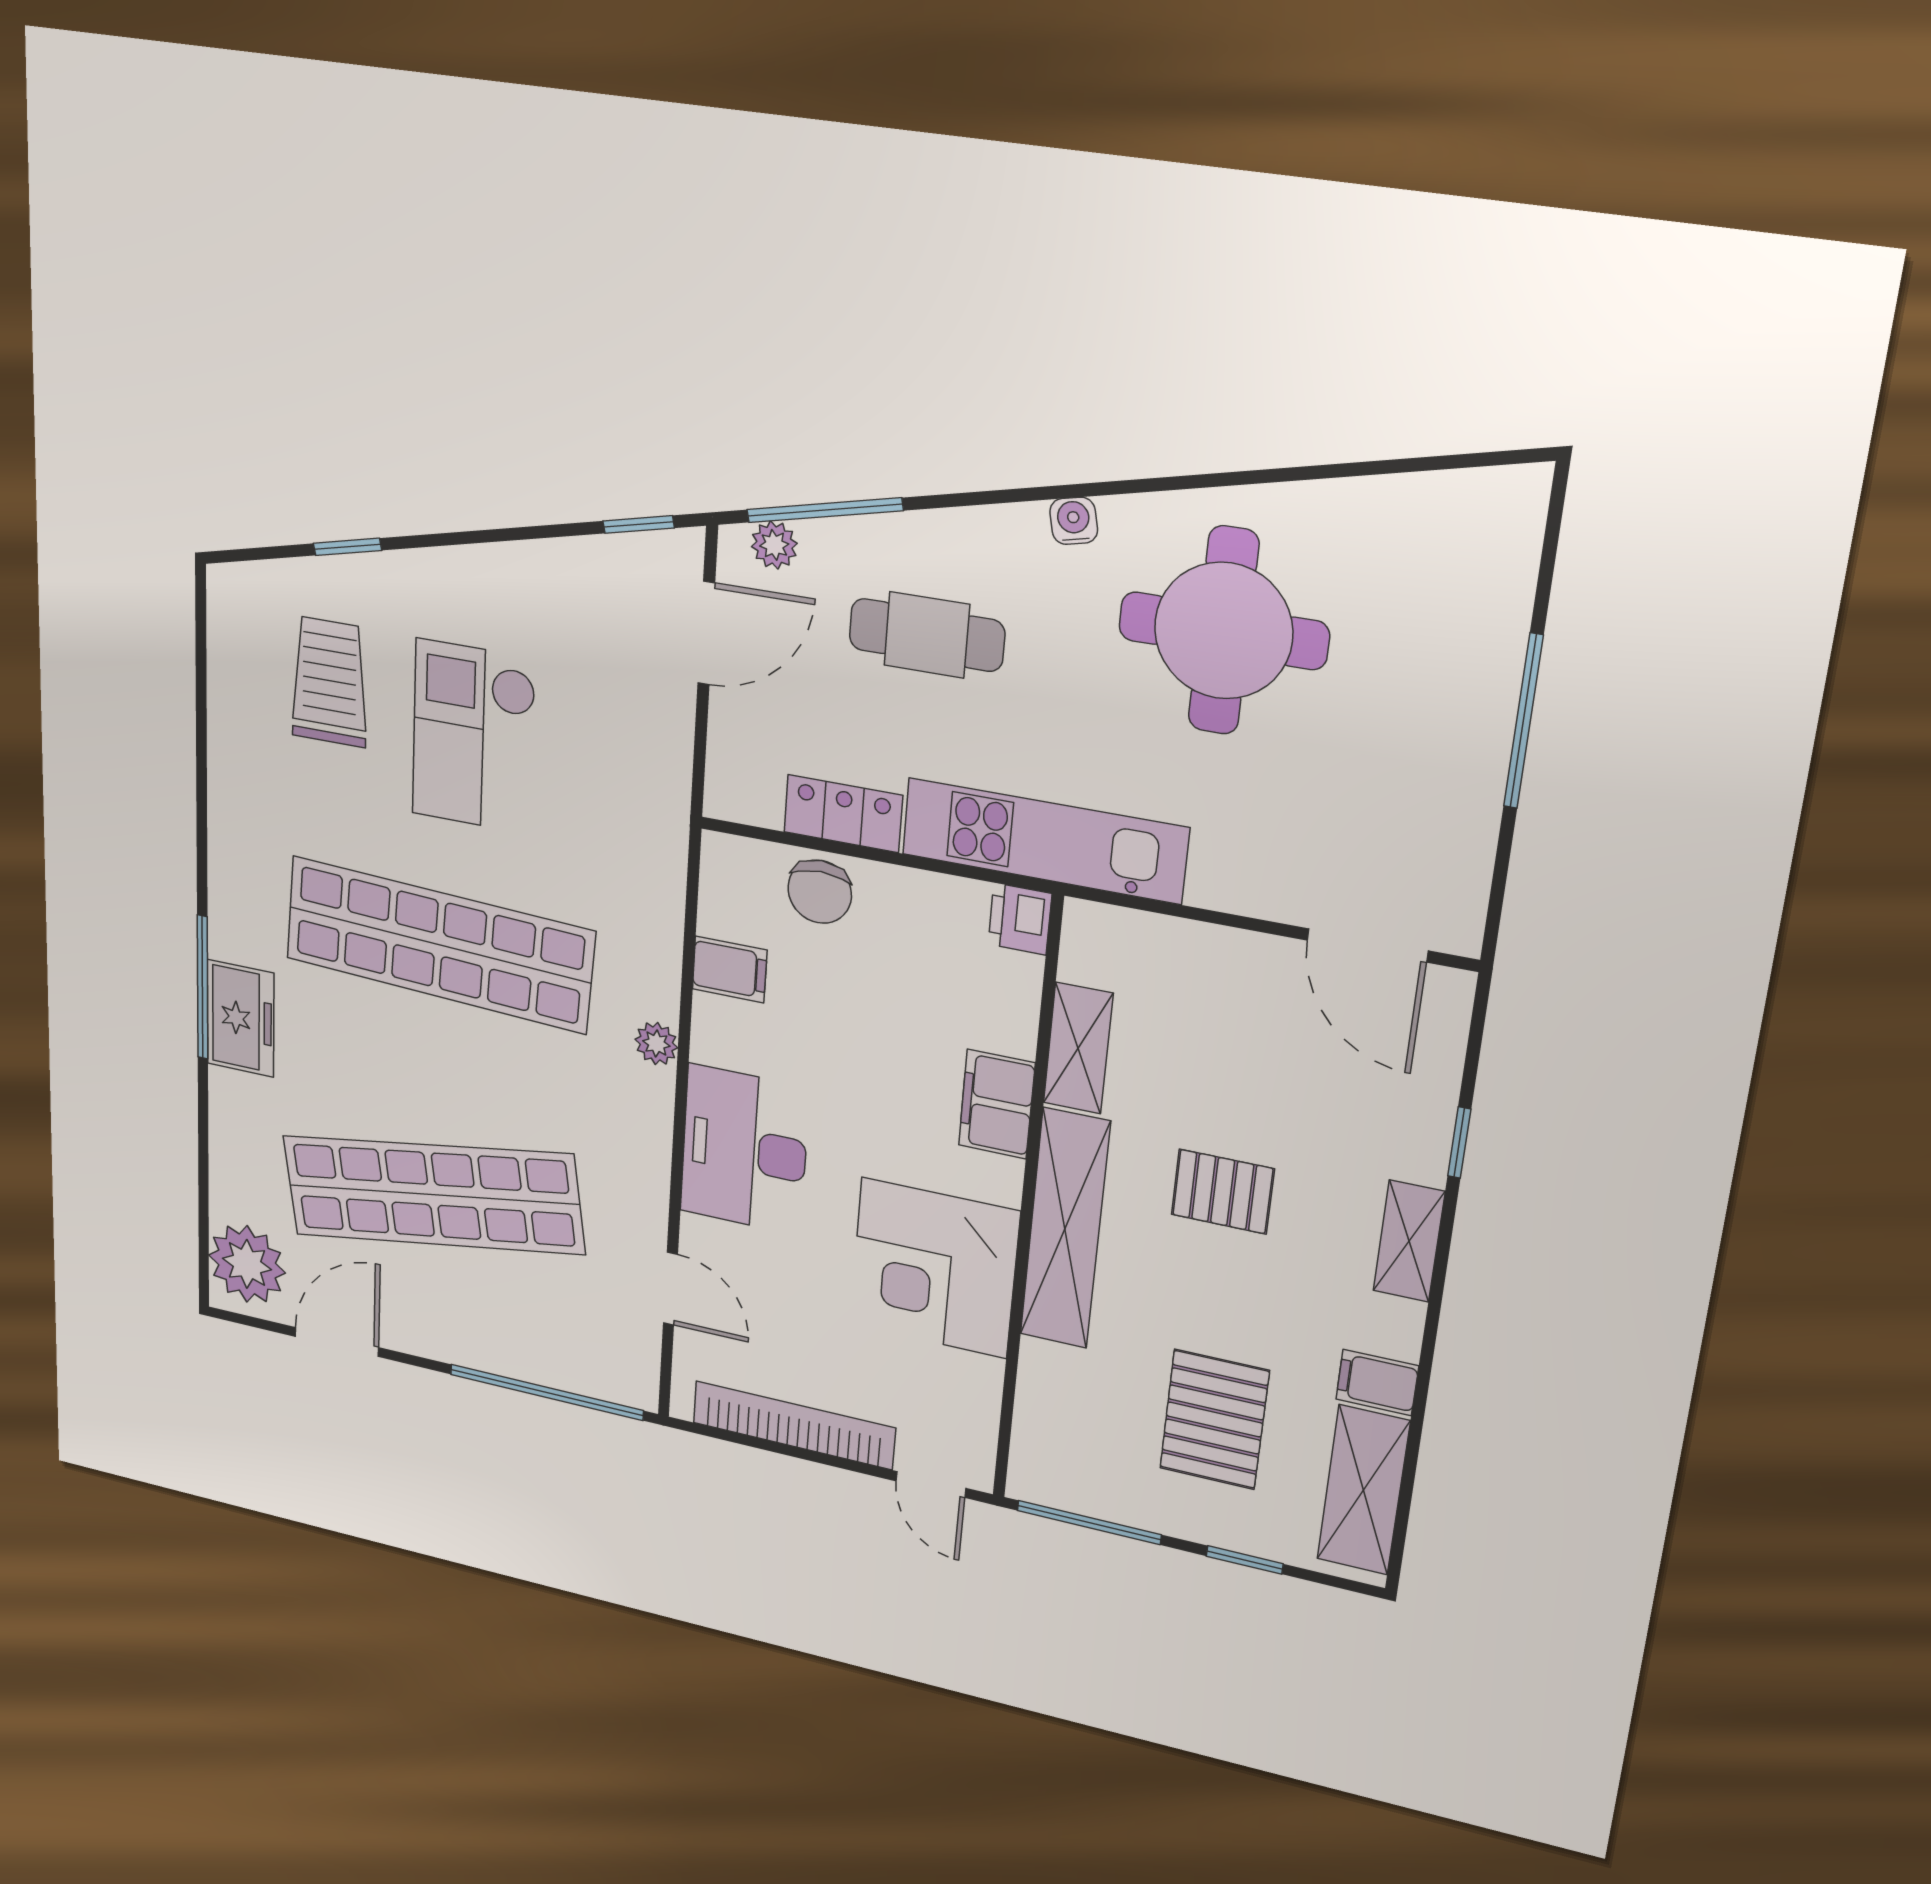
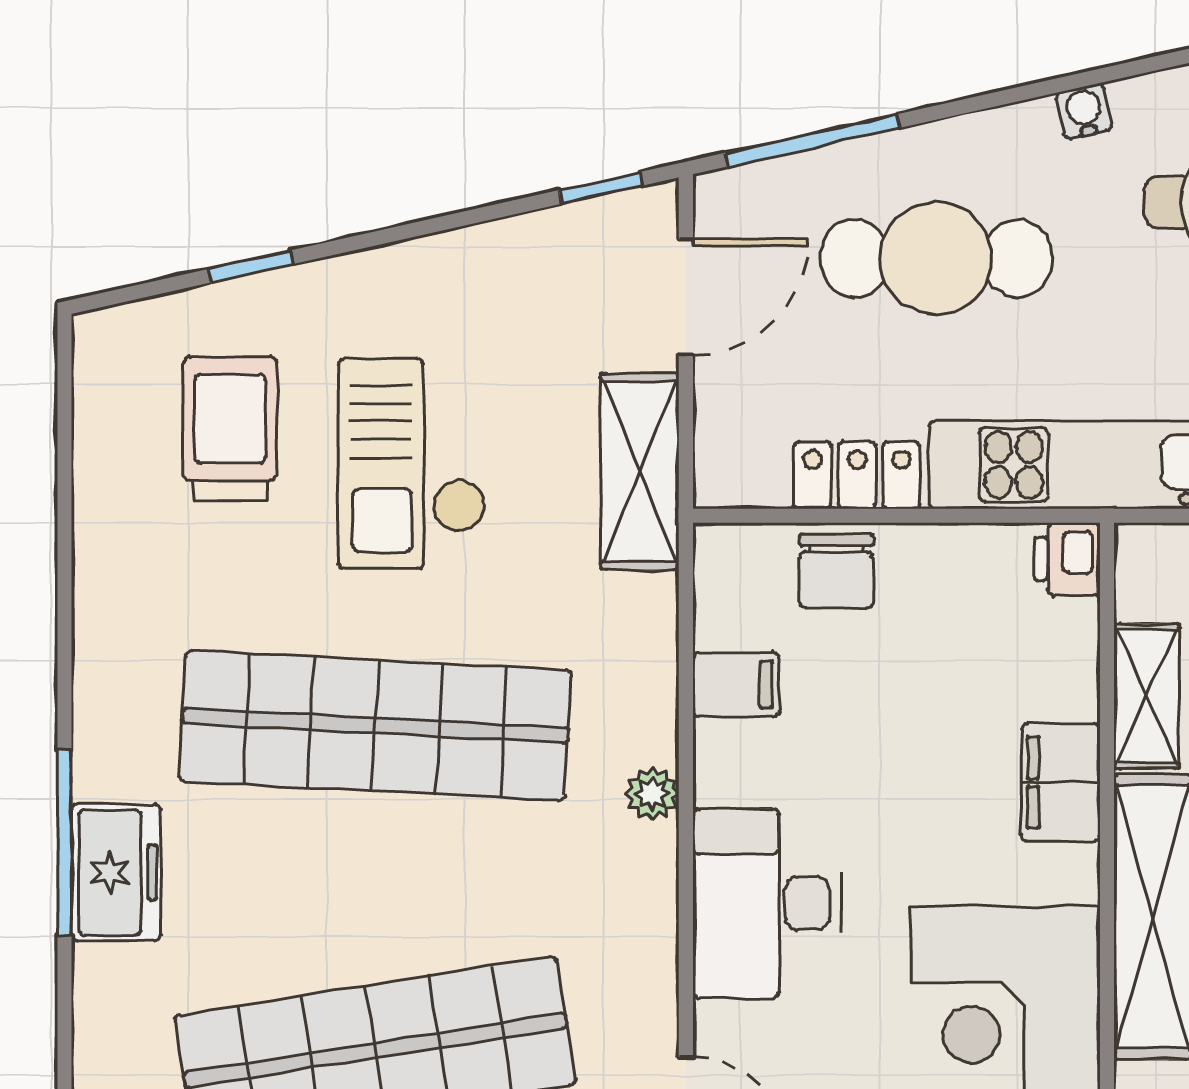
plant: (774, 545) -> (758, 187), removed
cafe table: (927, 635) -> (936, 258), width x1.37, depth x1.35
shelving: (660, 777) -> (640, 471), added

